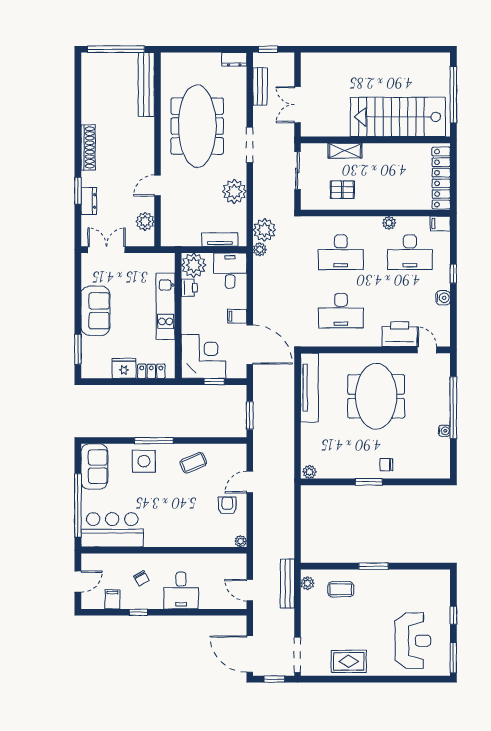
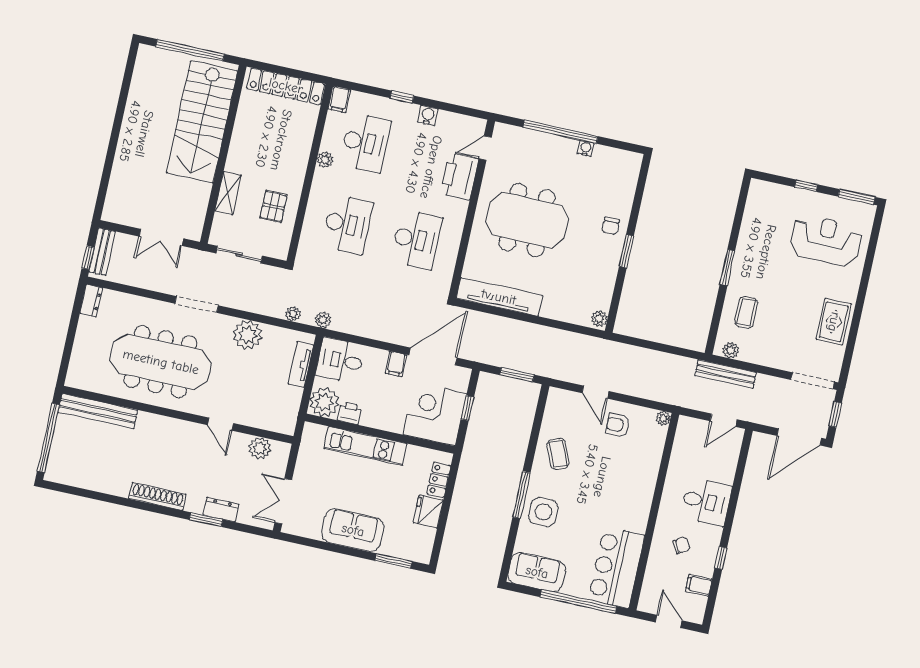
bench: (260, 86) -> (102, 252), moved, turned 90
plant: (264, 230) -> (293, 314), width x0.53, depth x0.53

